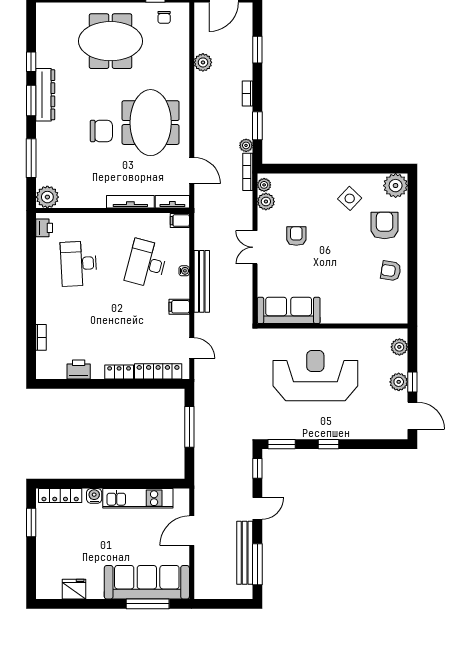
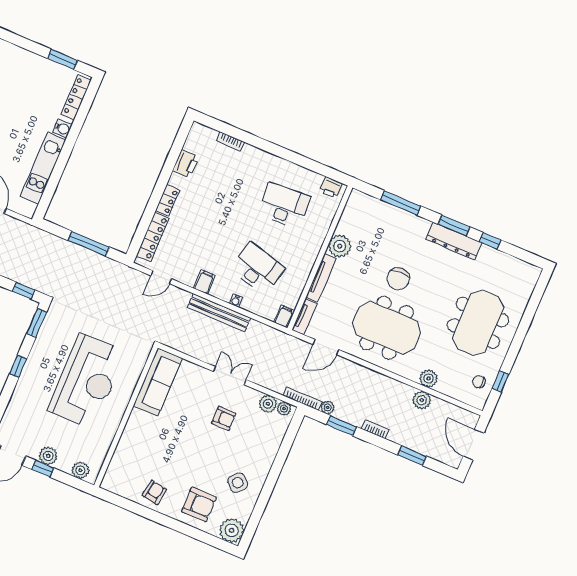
plant: (181, 65) -> (429, 378), added
plant: (47, 197) -> (340, 246), moved

